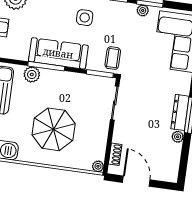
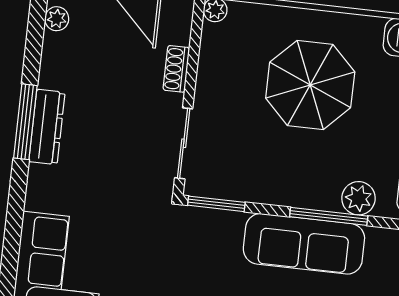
coffee table: (113, 58) -> (190, 237), removed
plant: (178, 137) -> (57, 19), moved
shoe rack: (115, 154) -> (176, 69), moved

